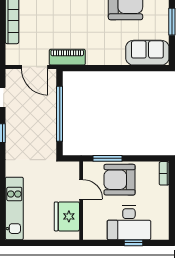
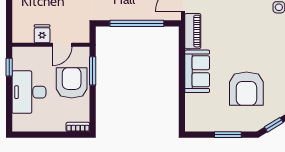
sofa: (147, 53) -> (197, 71), moved
fridge: (67, 216) -> (42, 34), width x0.53, depth x0.75
window: (134, 243) -> (9, 67), moved

